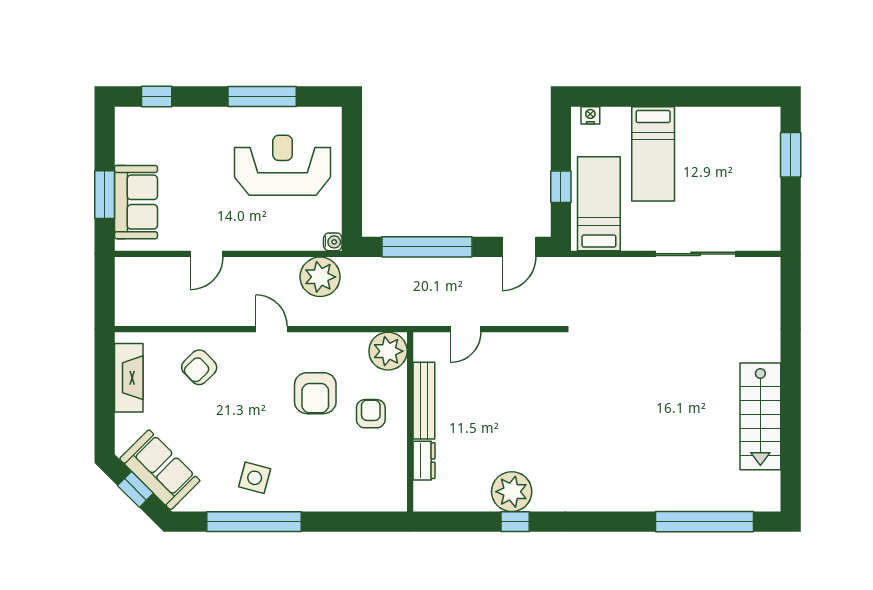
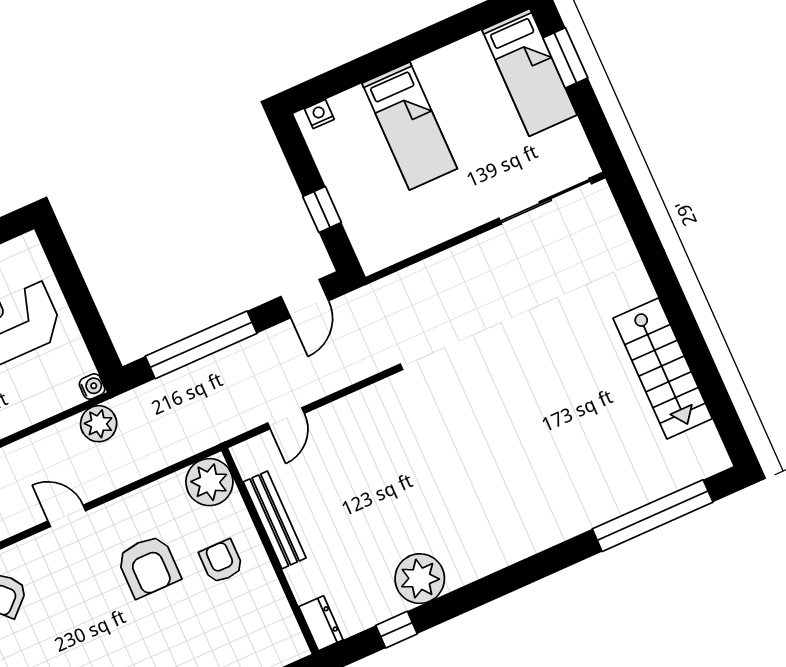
bed: (599, 204) -> (529, 72), moved, turned 180
sliding door: (696, 254) -> (545, 201), moved
plant: (320, 277) -> (99, 424), width x0.73, depth x0.73
dresser: (424, 461) -> (321, 623), moved
window: (515, 522) -> (397, 630), moved

